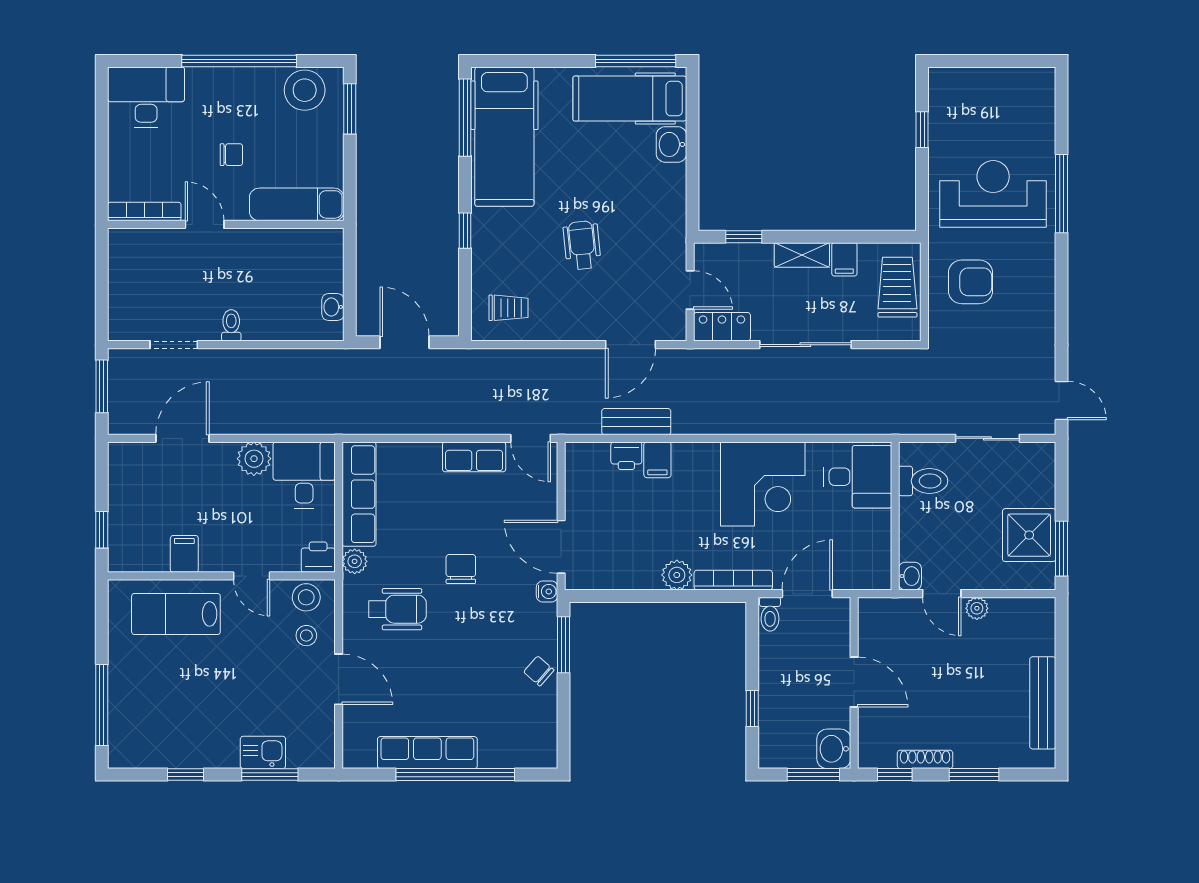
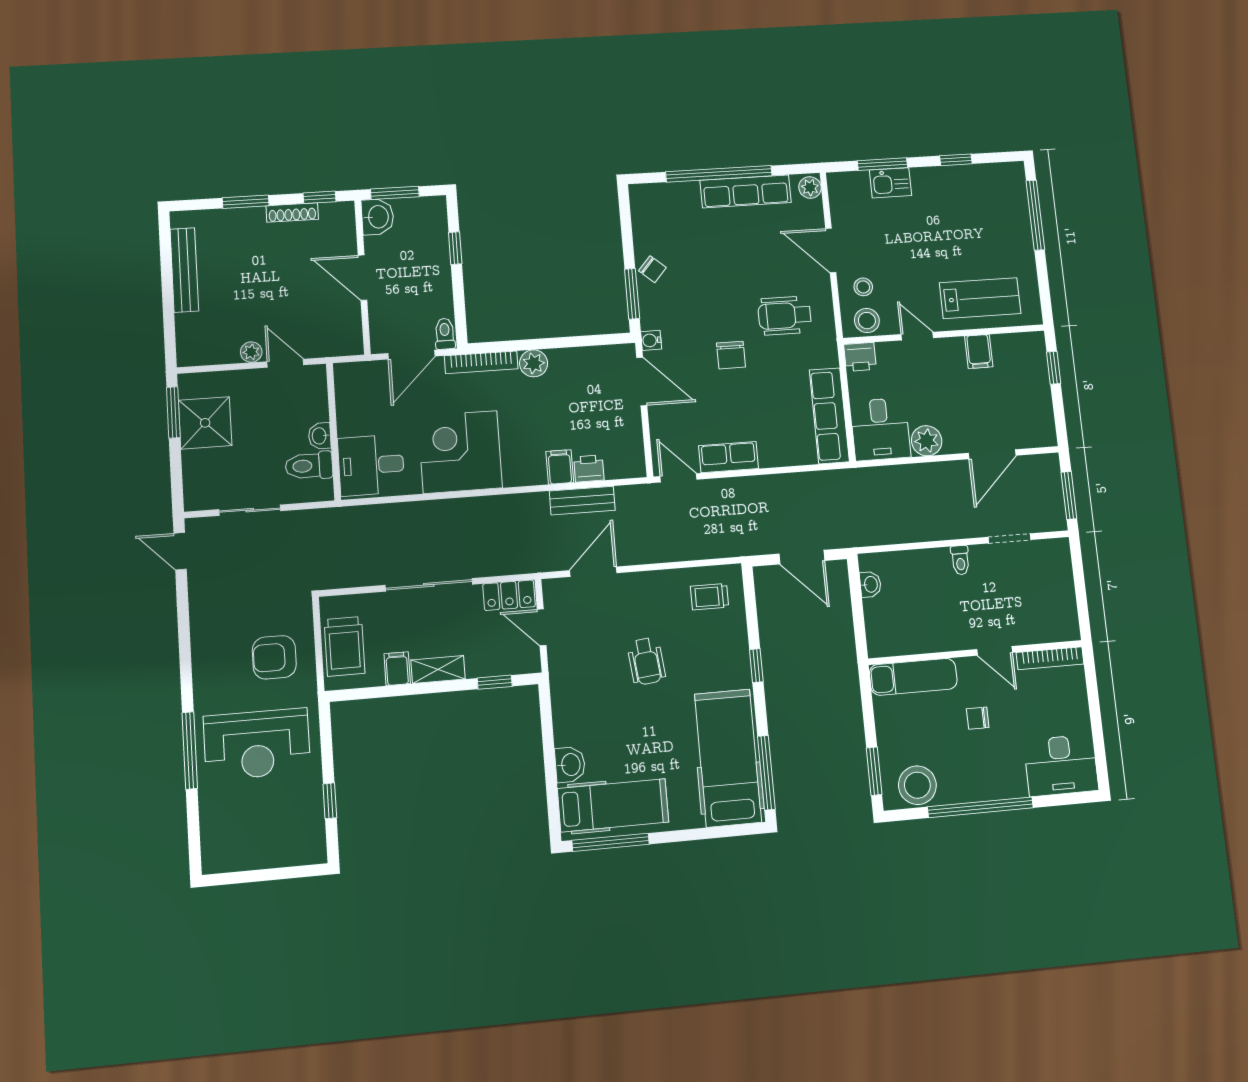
plant: (355, 561) -> (810, 188), moved
washbasin: (910, 576) -> (320, 436), moved

